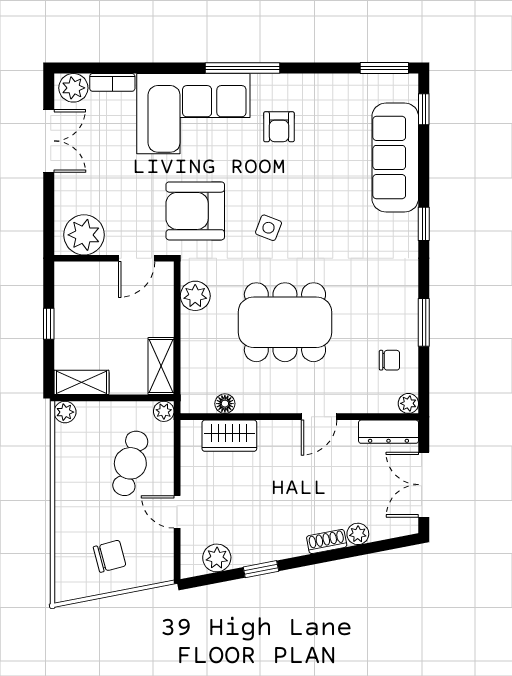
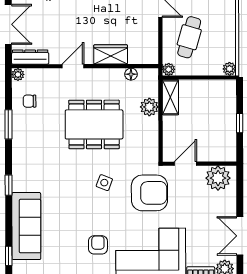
plant: (195, 296) -> (149, 107), moved
shelving: (81, 382) -> (219, 87), removed
wardrobe: (229, 436) -> (111, 54), moved

